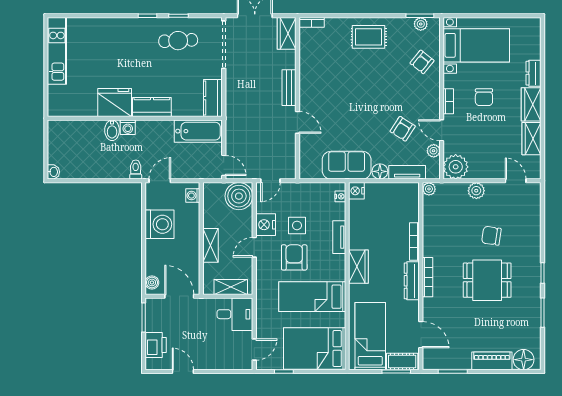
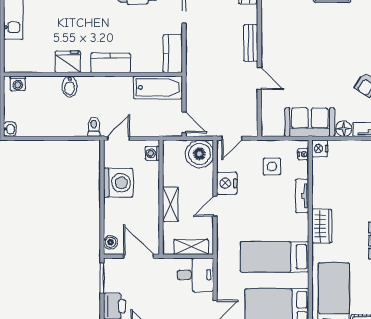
fridge: (115, 103) -> (68, 62), width x0.73, depth x0.75
washing machine: (128, 127) -> (18, 83), moved
side table: (297, 225) -> (272, 166), moved
armchair: (294, 257) -> (256, 217), removed

